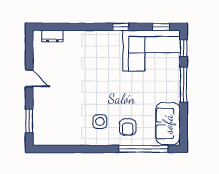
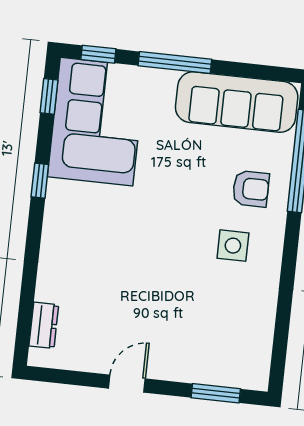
sofa: (168, 124) -> (237, 102), width x1.36

